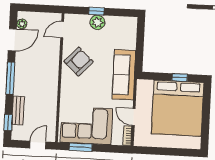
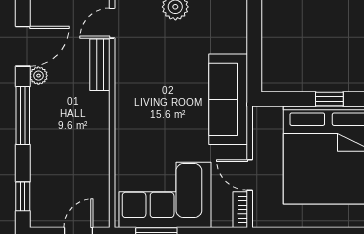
plant: (22, 24) -> (38, 76), moved
armchair: (79, 62) -> (145, 80), removed
bench: (18, 111) -> (100, 65), moved

